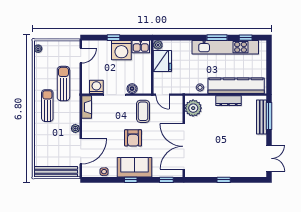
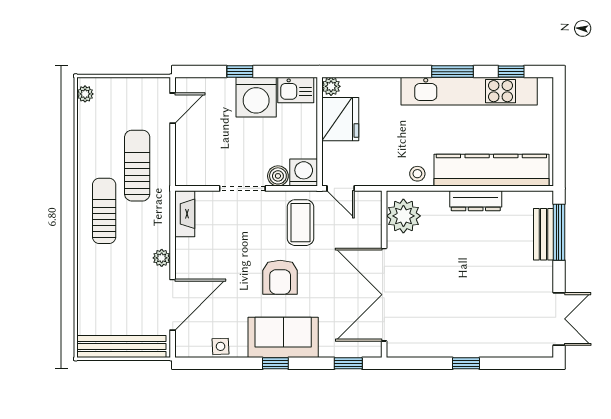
washing machine: (96, 87) -> (304, 173), moved
bench: (261, 117) -> (543, 234), width x0.73

